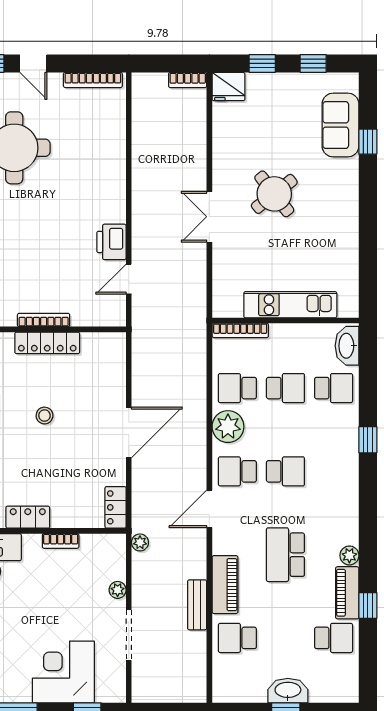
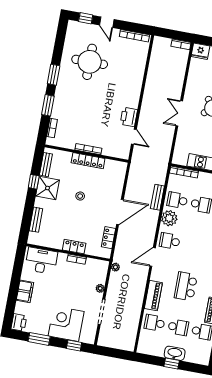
door: (129, 279) -> (134, 137), swing flipped
school desk: (285, 471) -> (178, 327), moved
locker: (116, 507) -> (108, 238), moved
locker: (28, 517) -> (74, 247), moved
bench: (197, 605) -> (157, 197), moved

